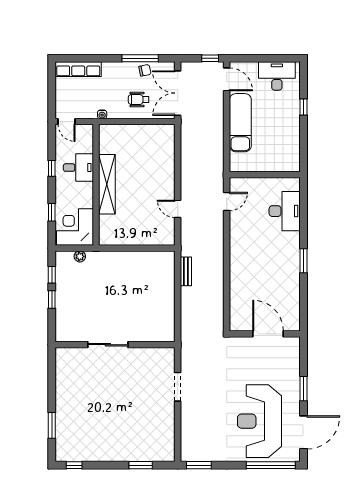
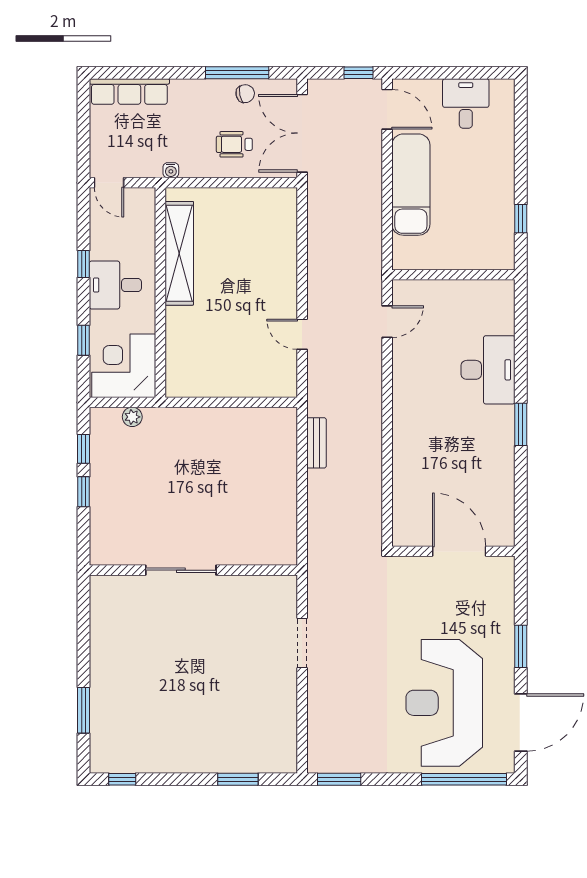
desk: (277, 76) -> (466, 103), width x0.73
window: (304, 107) -> (521, 219), moved
desk: (78, 168) -> (115, 285), moved, turned 180
shelving: (107, 184) -> (179, 253), moved
desk: (285, 211) -> (488, 370), moved

